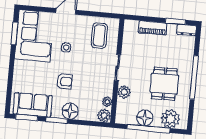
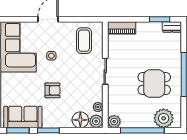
piano: (153, 28) -> (122, 28), moved
dining table: (164, 84) -> (154, 83), turned 90
plant: (124, 92) -> (114, 122), moved
floor lamp: (70, 111) -> (80, 120), moved
floor lamp: (145, 118) -> (138, 120), removed

